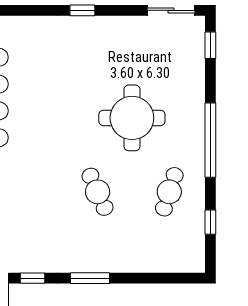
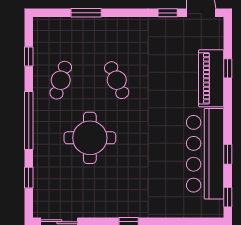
window: (210, 45) -> (29, 178), moved
window: (90, 278) -> (86, 13), moved

